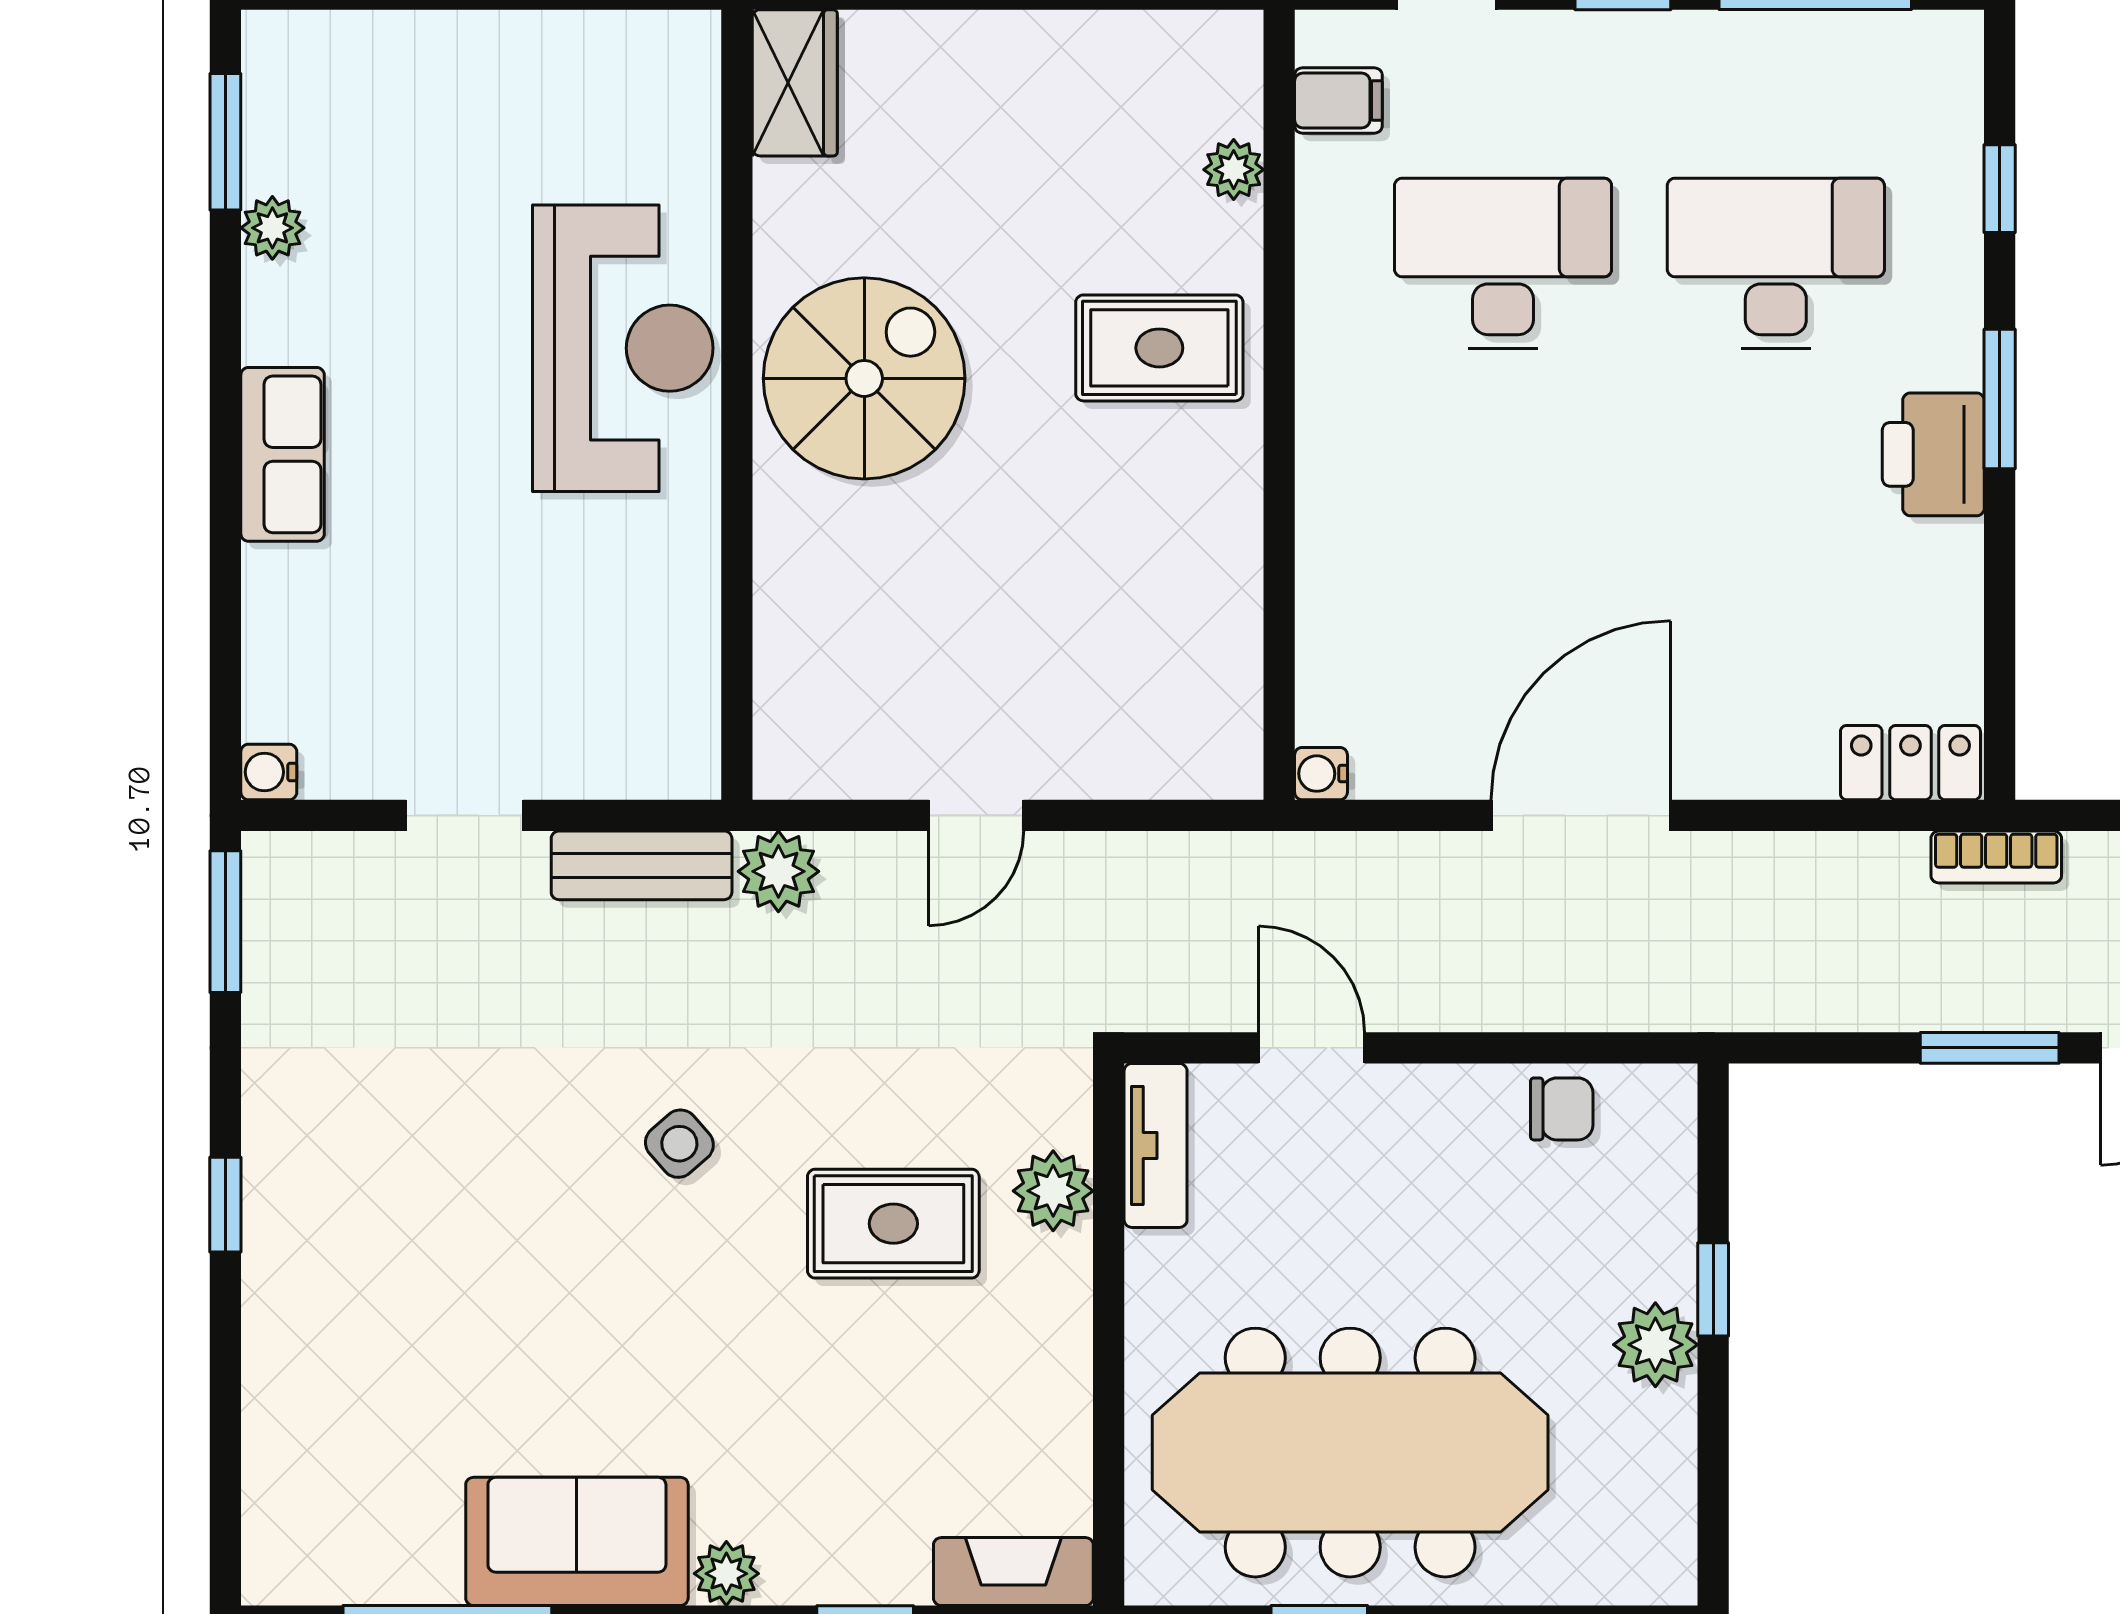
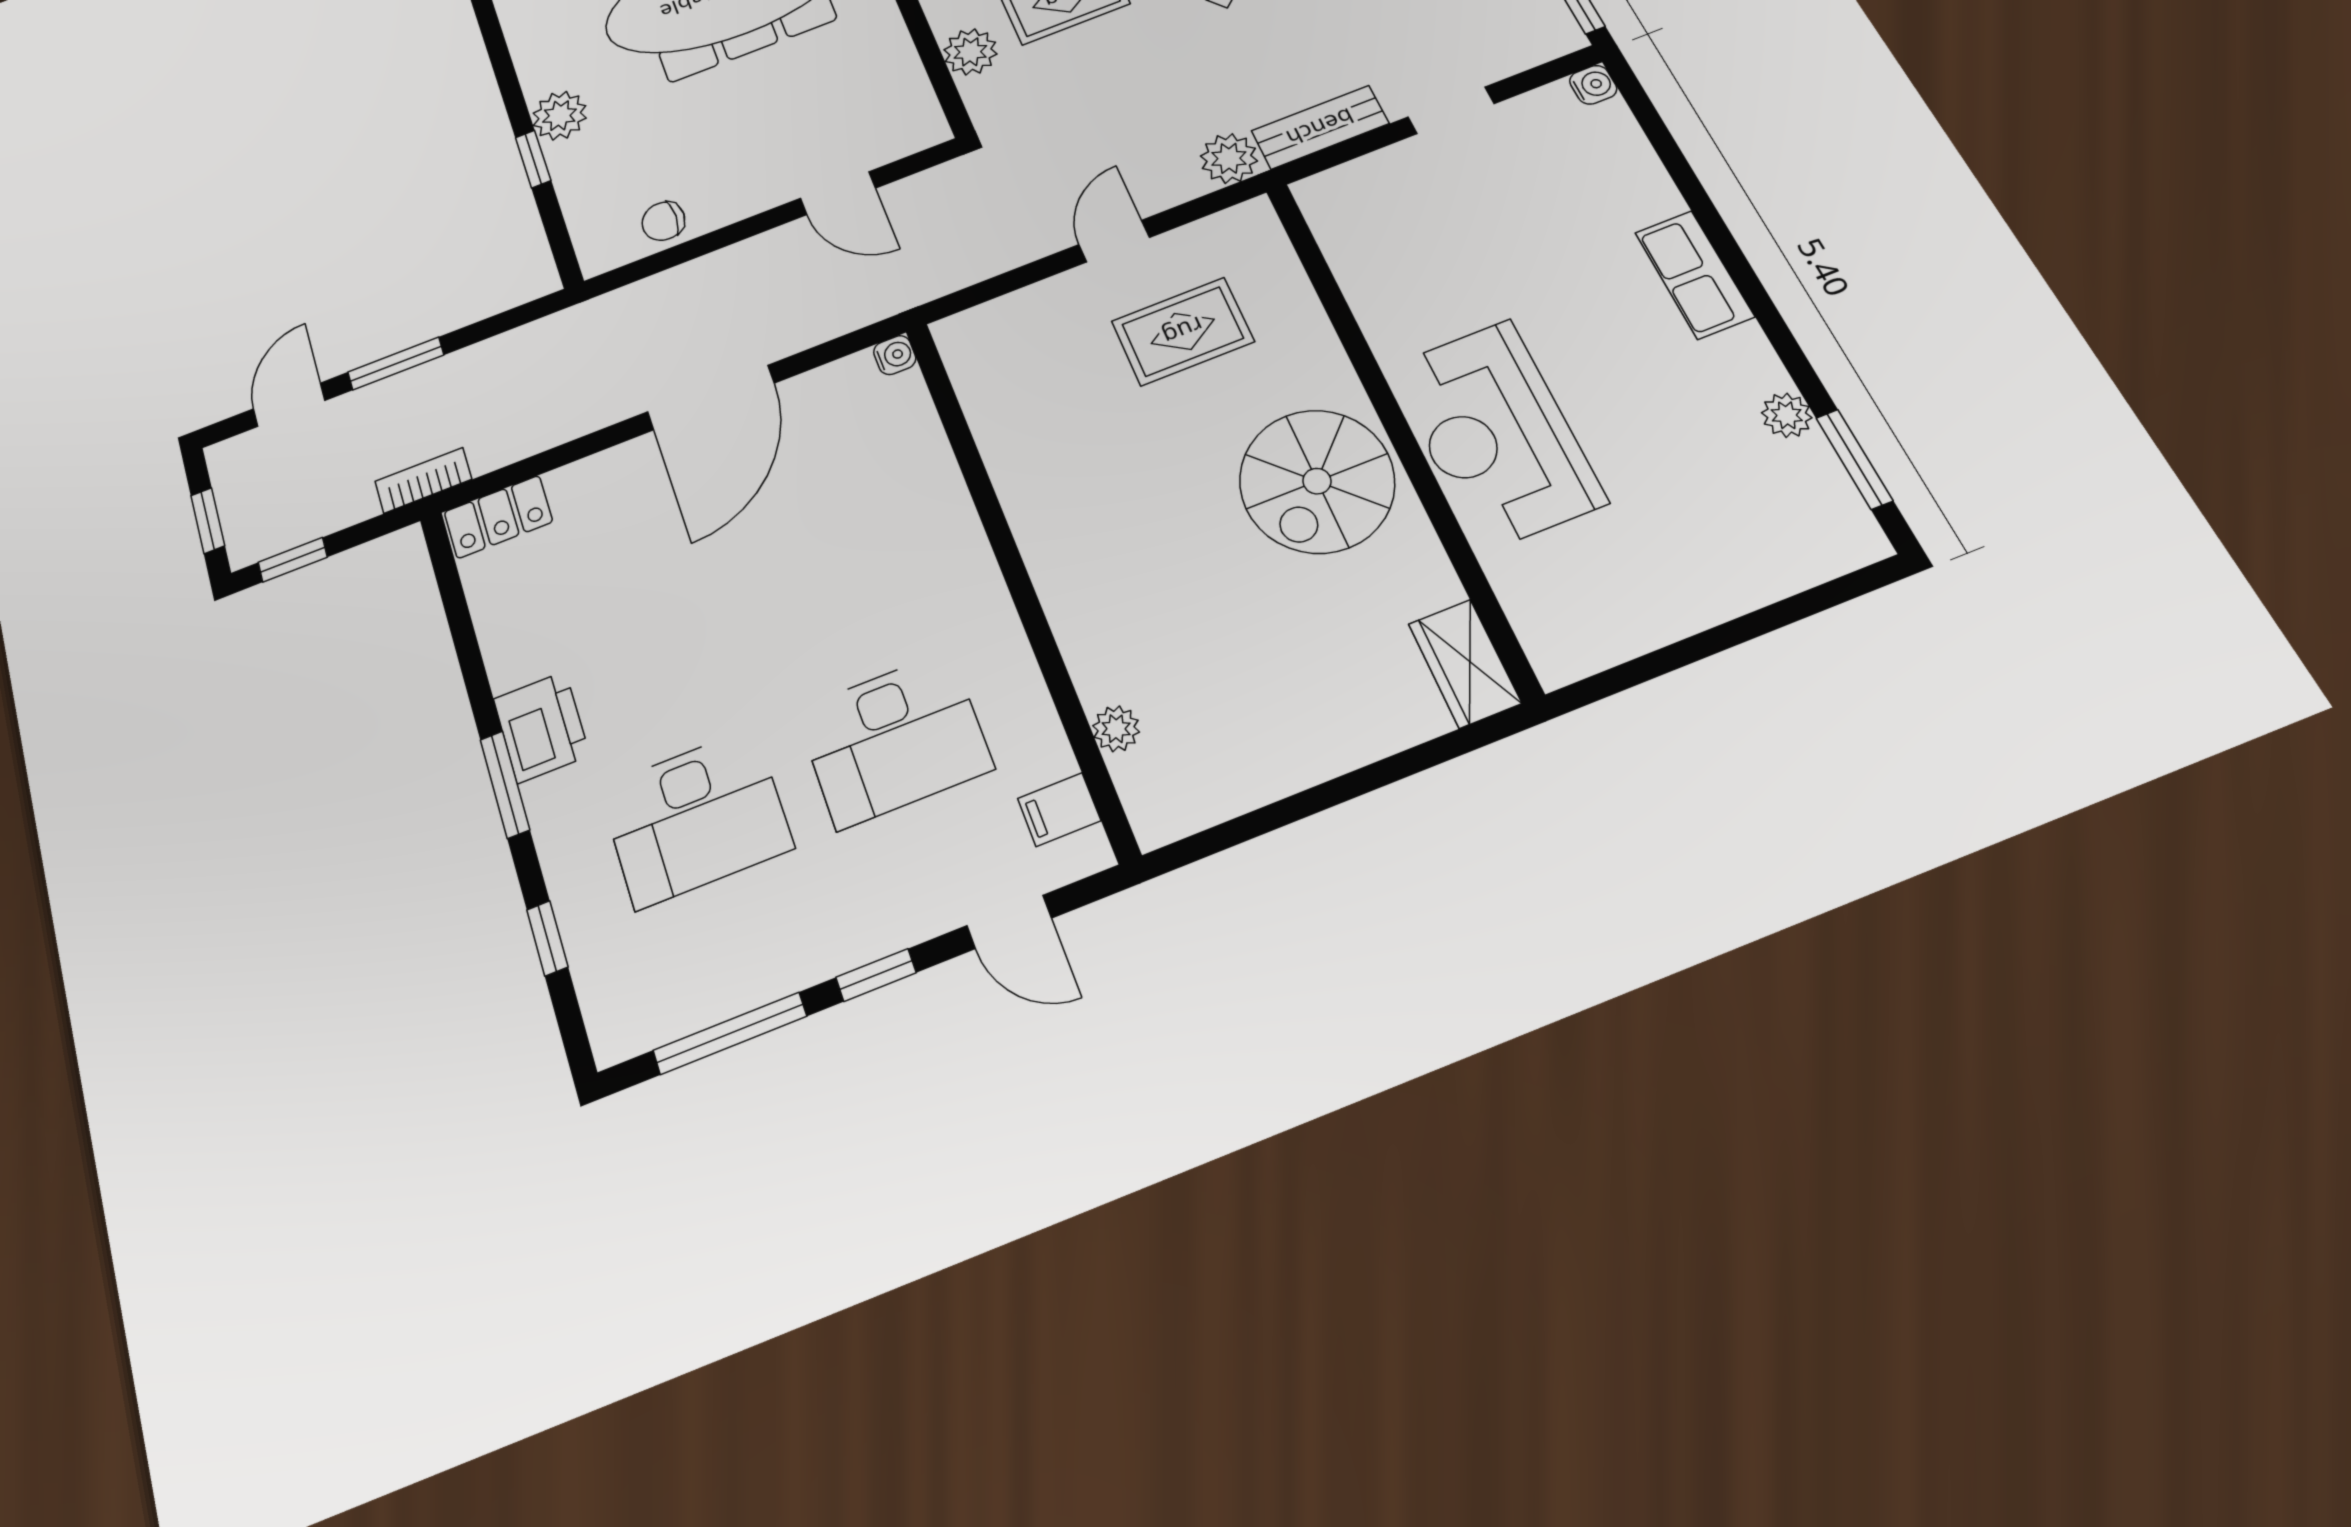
rug: (1159, 348) -> (1183, 331), moved
tv unit: (1156, 1145) -> (916, 101), removed

